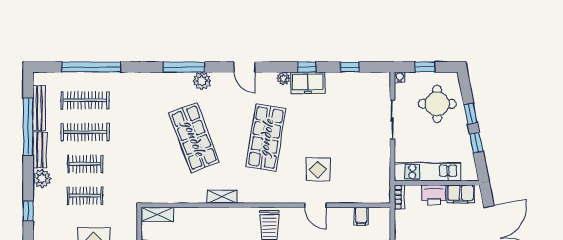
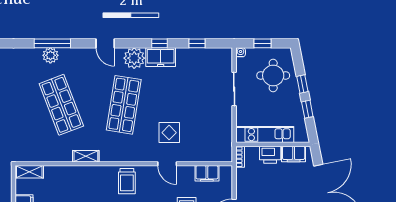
plant: (283, 78) -> (134, 58), width x1.87, depth x1.87
plant: (202, 81) -> (50, 55), moved
filing cabinet: (361, 216) -> (207, 173), width x2.00

